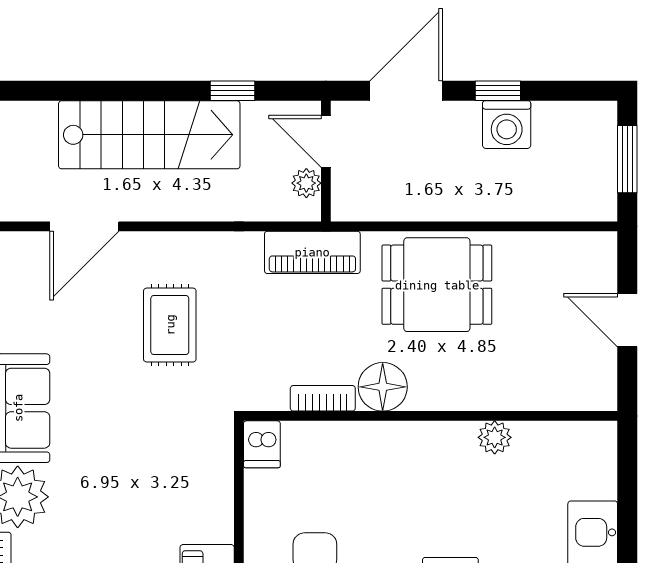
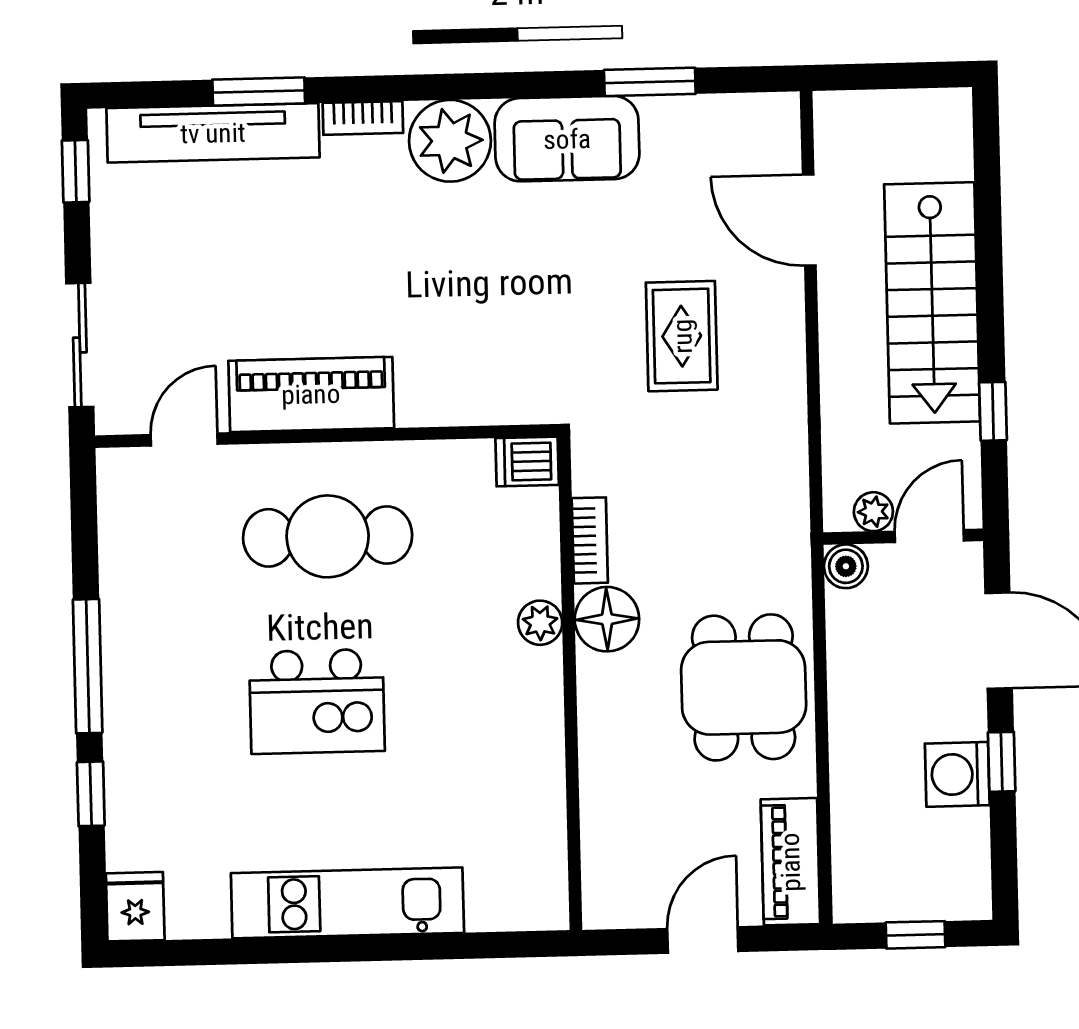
window: (627, 159) -> (915, 935), width x0.67
boiler: (347, 205) -> (846, 566), added
piano: (312, 252) -> (790, 862), moved
rug: (170, 325) -> (682, 336), turned 90
plant: (495, 437) -> (540, 623), moved

